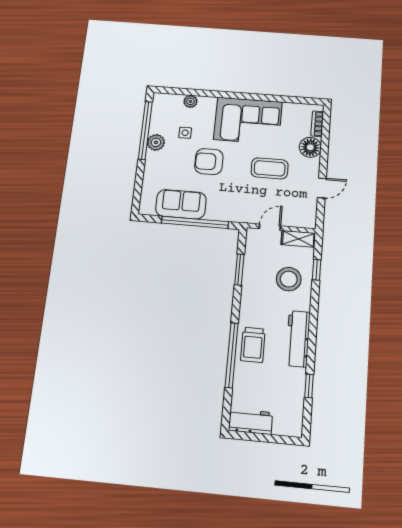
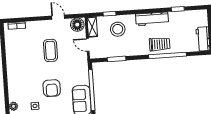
corner sofa: (248, 121) -> (21, 68), removed
floor lamp: (310, 147) -> (77, 25), moved

